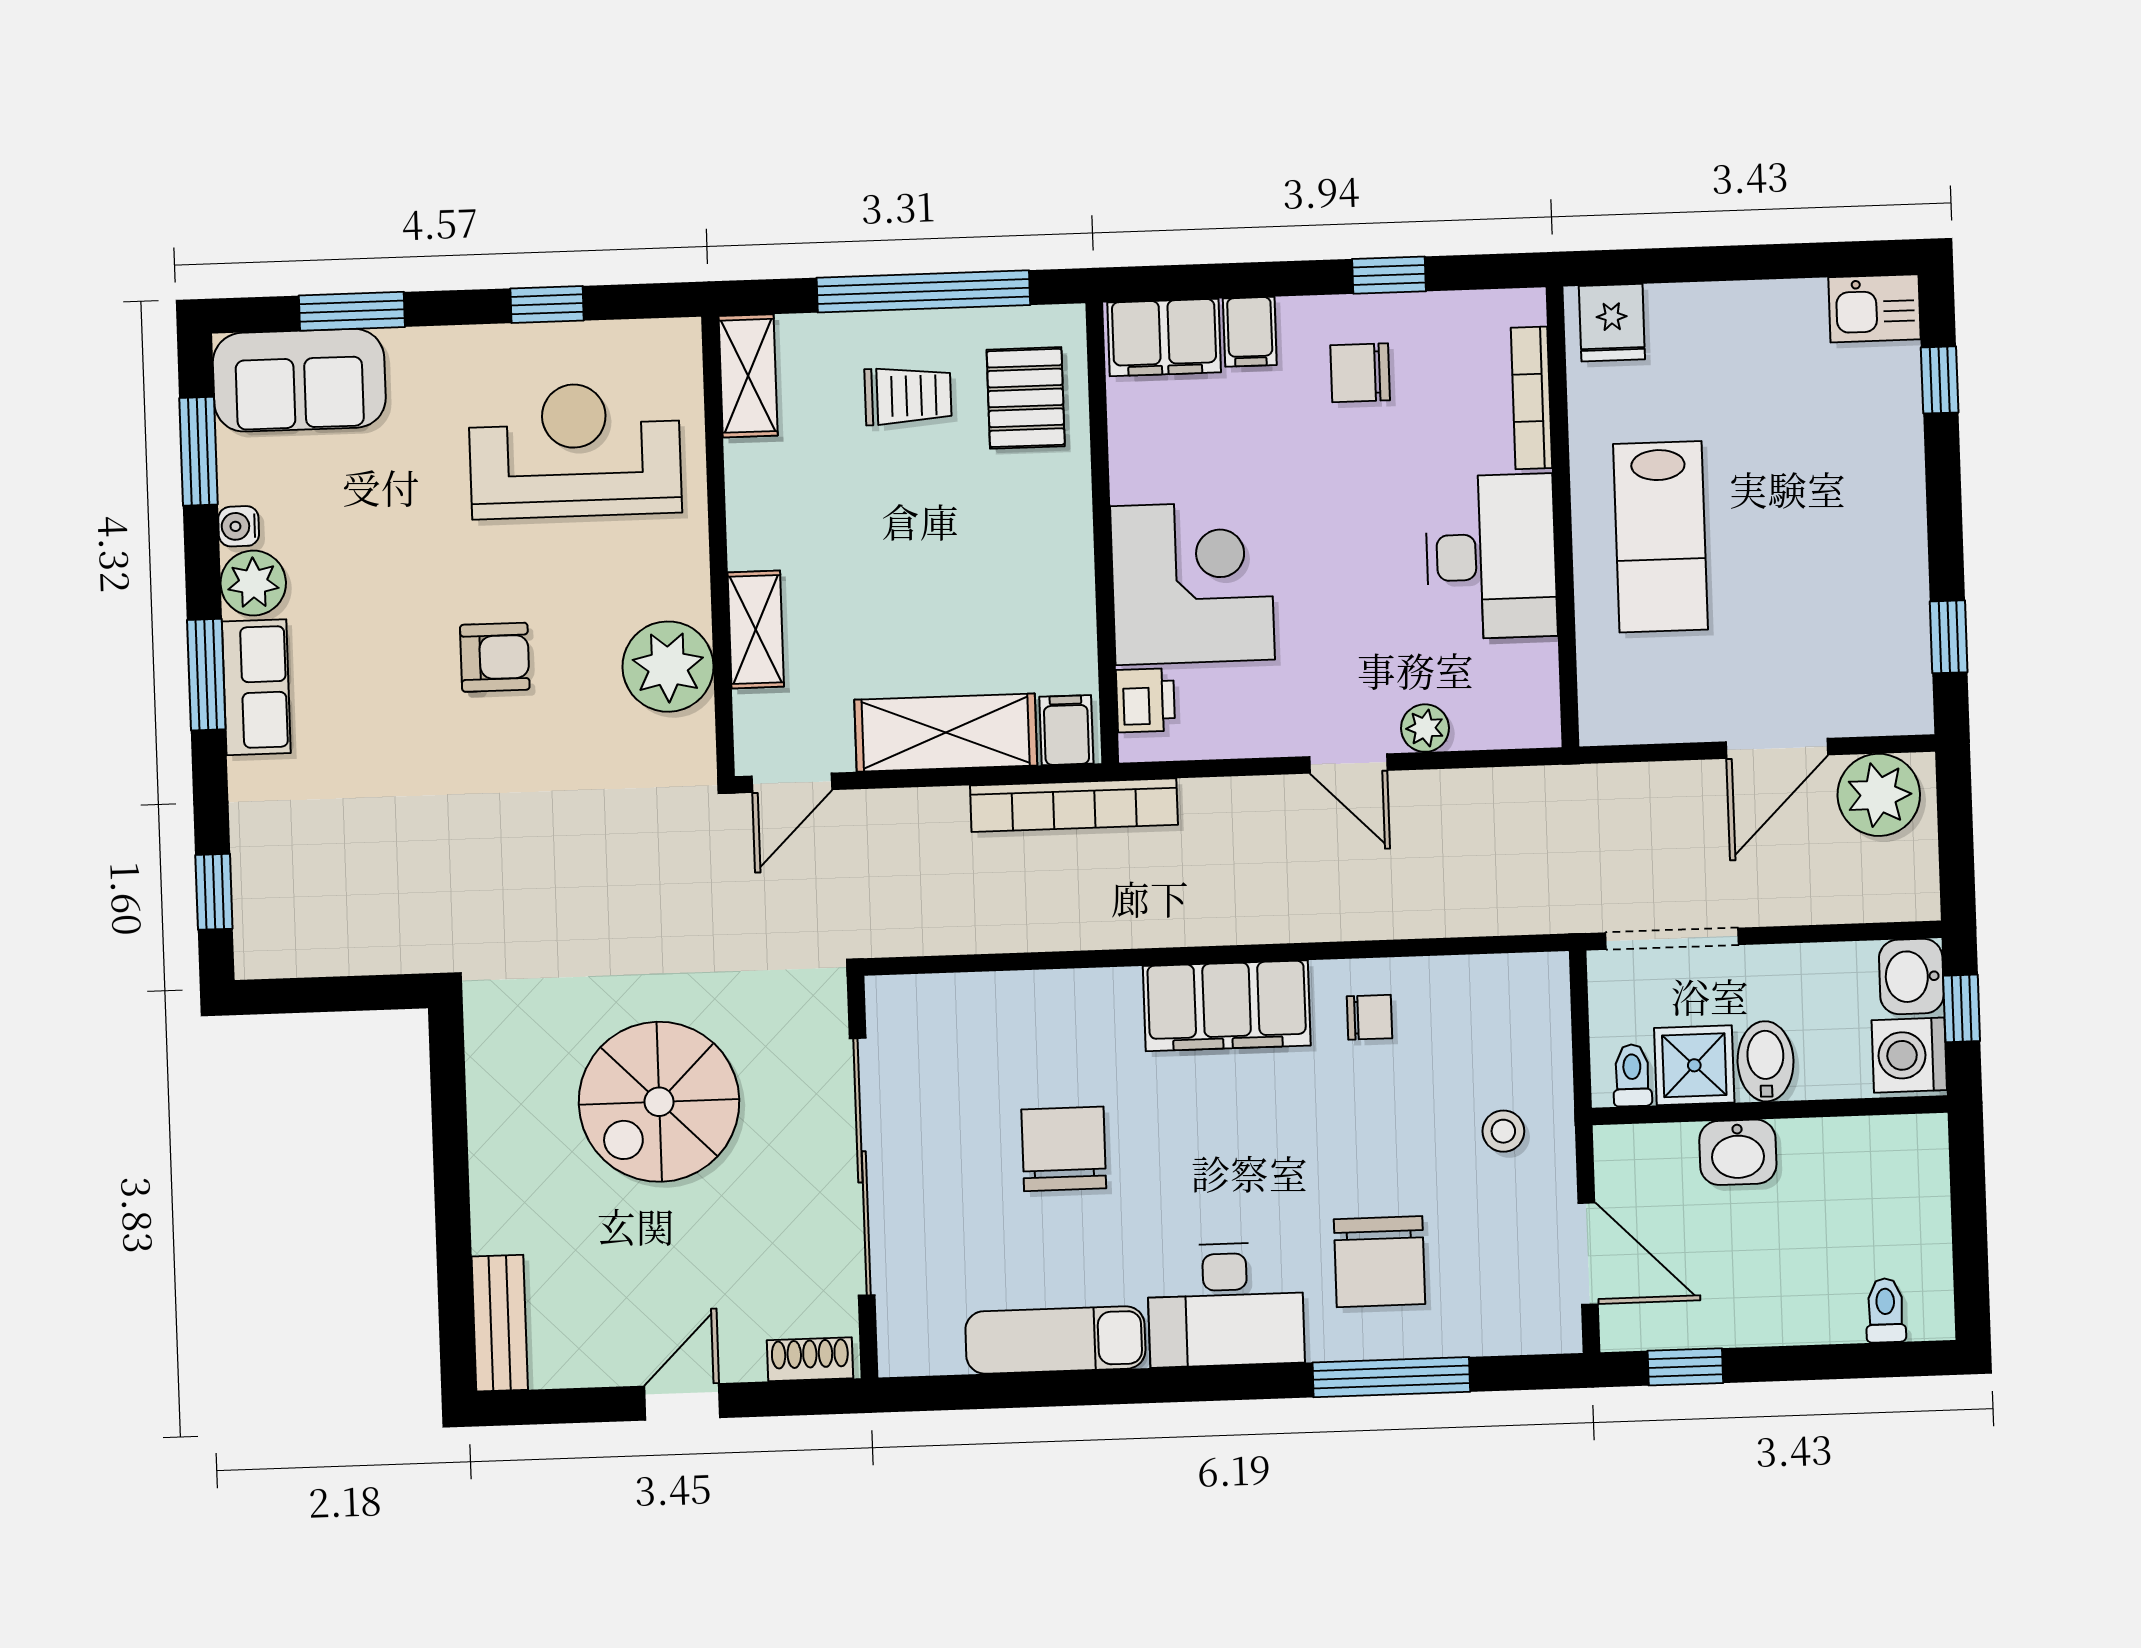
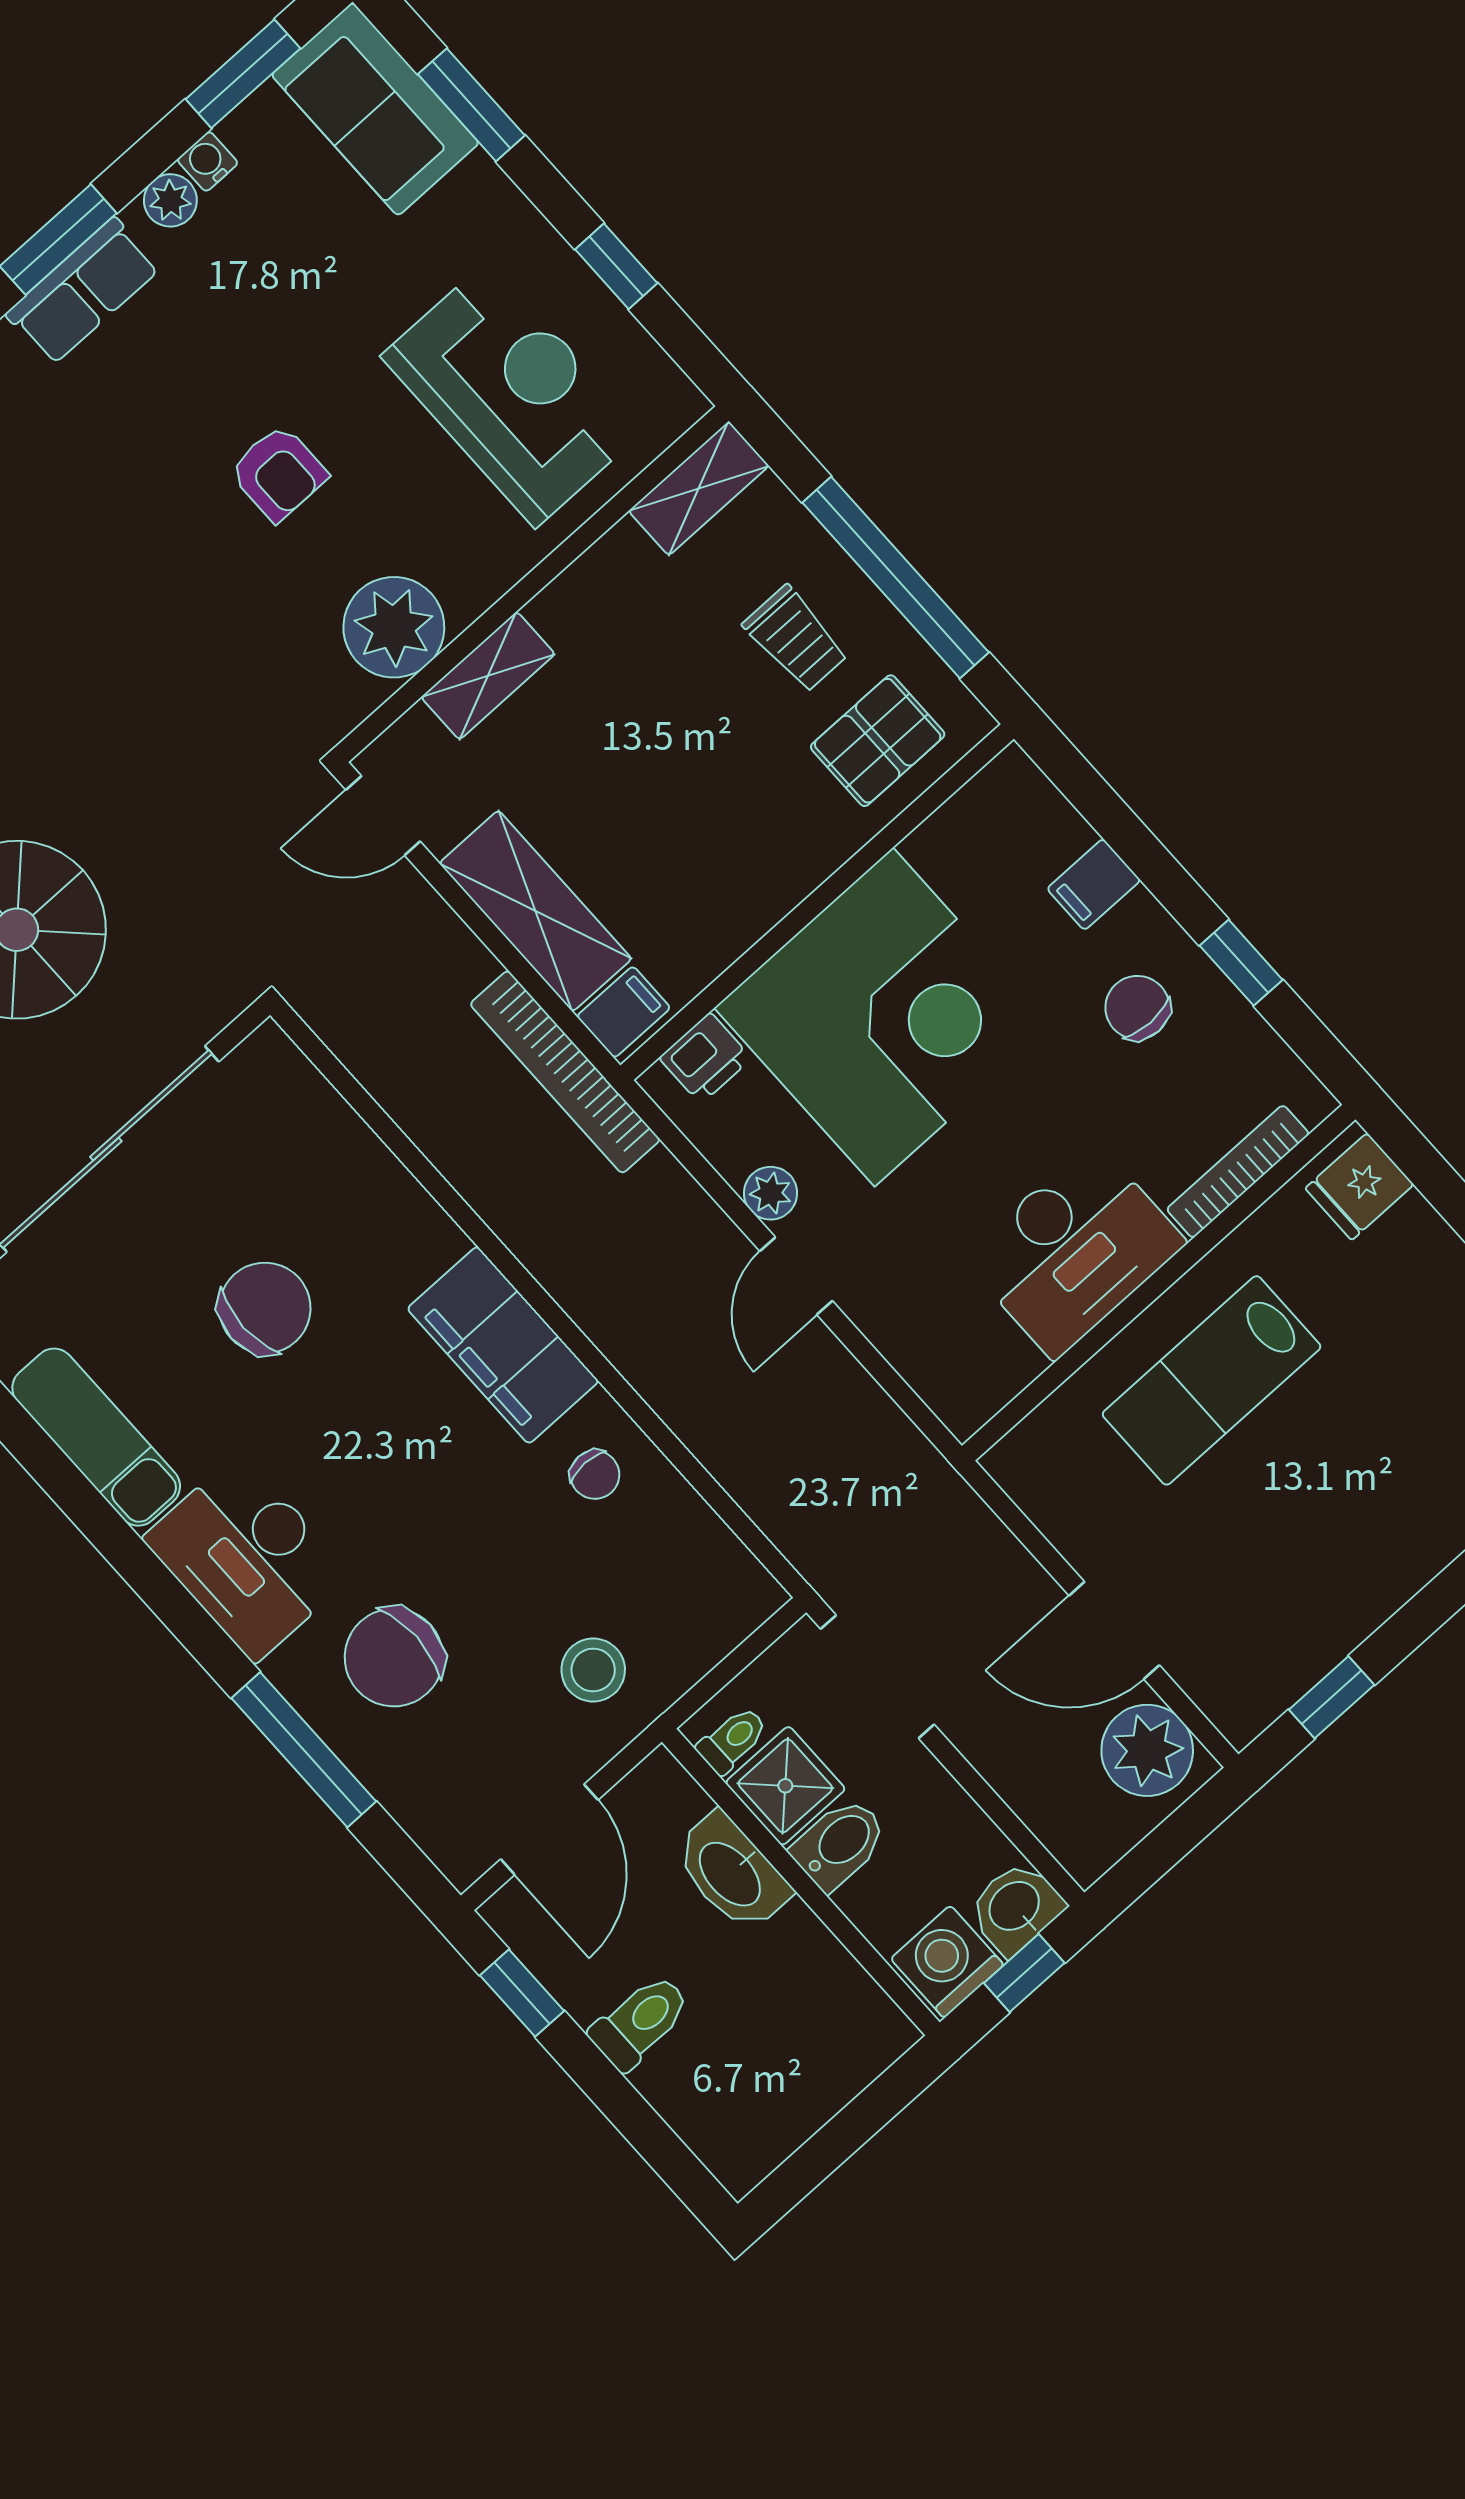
filing cabinet: (1164, 337) -> (1028, 816), removed
plant: (253, 583) -> (170, 200), width x0.73, depth x0.73
corner desk: (1192, 583) -> (884, 1017), width x1.36, depth x1.36
plant: (1425, 728) -> (771, 1193), moved
stool: (1503, 1131) -> (593, 1670), width x1.37, depth x1.37
washbasin: (1738, 1152) -> (731, 1873), width x1.38
toilet: (1886, 1310) -> (640, 2022), moved, width x1.37, depth x1.39

